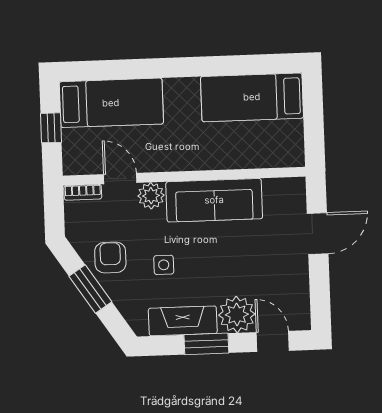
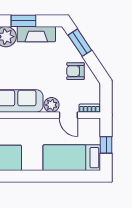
armchair: (110, 258) -> (76, 71), turned 90
side table: (164, 265) -> (46, 66), removed
window: (90, 289) -> (80, 43), moved

